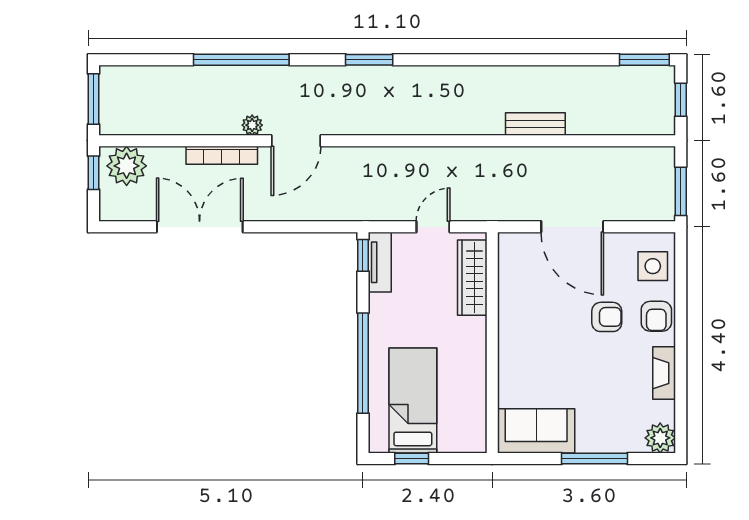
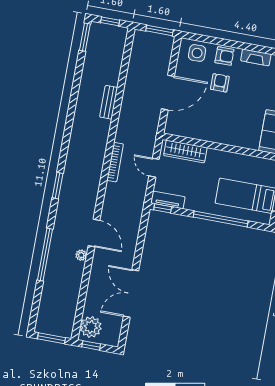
bookcase: (222, 155) -> (115, 162), moved

